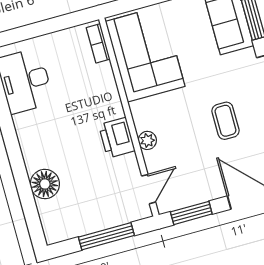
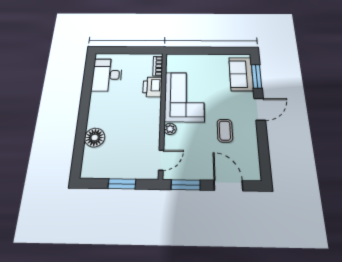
corner sofa: (145, 54) -> (184, 97), moved
printer: (117, 138) -> (153, 87), moved
window: (106, 236) -> (122, 184), width x0.69

